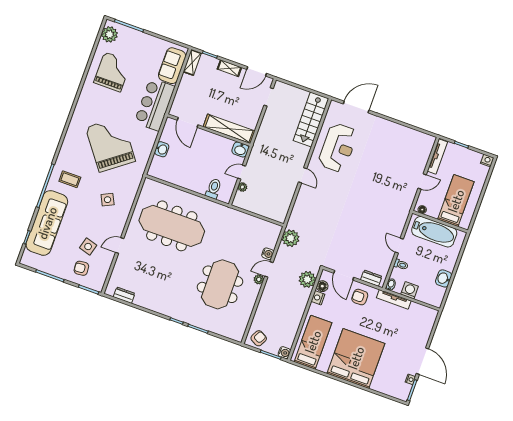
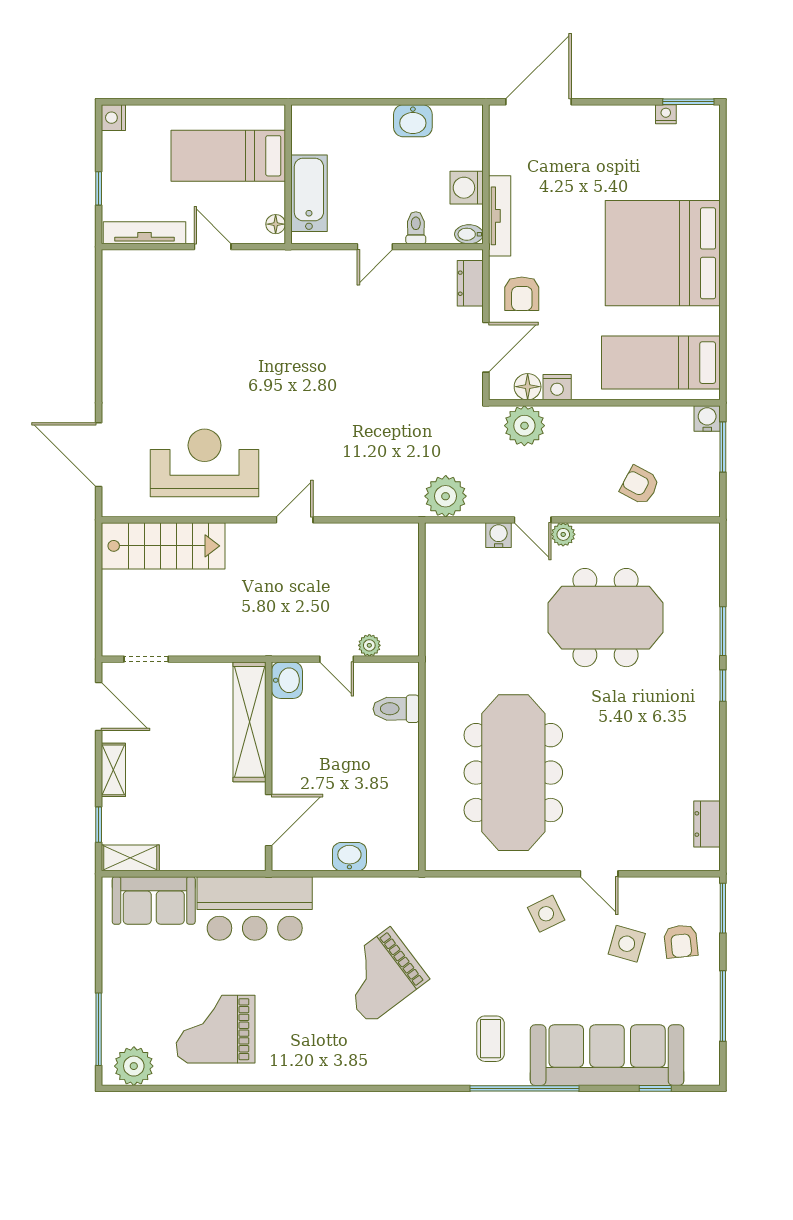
grand piano: (110, 144) -> (379, 976), width x0.73, depth x0.68
side table: (108, 200) -> (546, 914), moved
bathtub: (434, 232) -> (309, 193), width x0.73, depth x0.73
armchair: (259, 338) -> (640, 485), moved
door: (422, 361) -> (538, 102), moved

